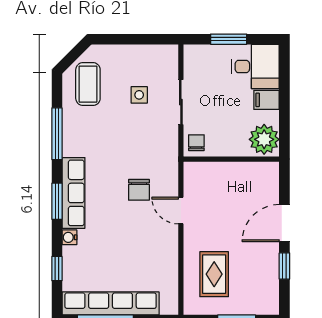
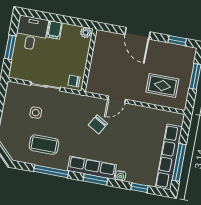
coffee table: (88, 84) -> (44, 145), moved
plant: (264, 139) -> (86, 33), width x0.53, depth x0.53
chair: (139, 190) -> (98, 124), turned 120
window: (284, 266) -> (177, 41), moved

